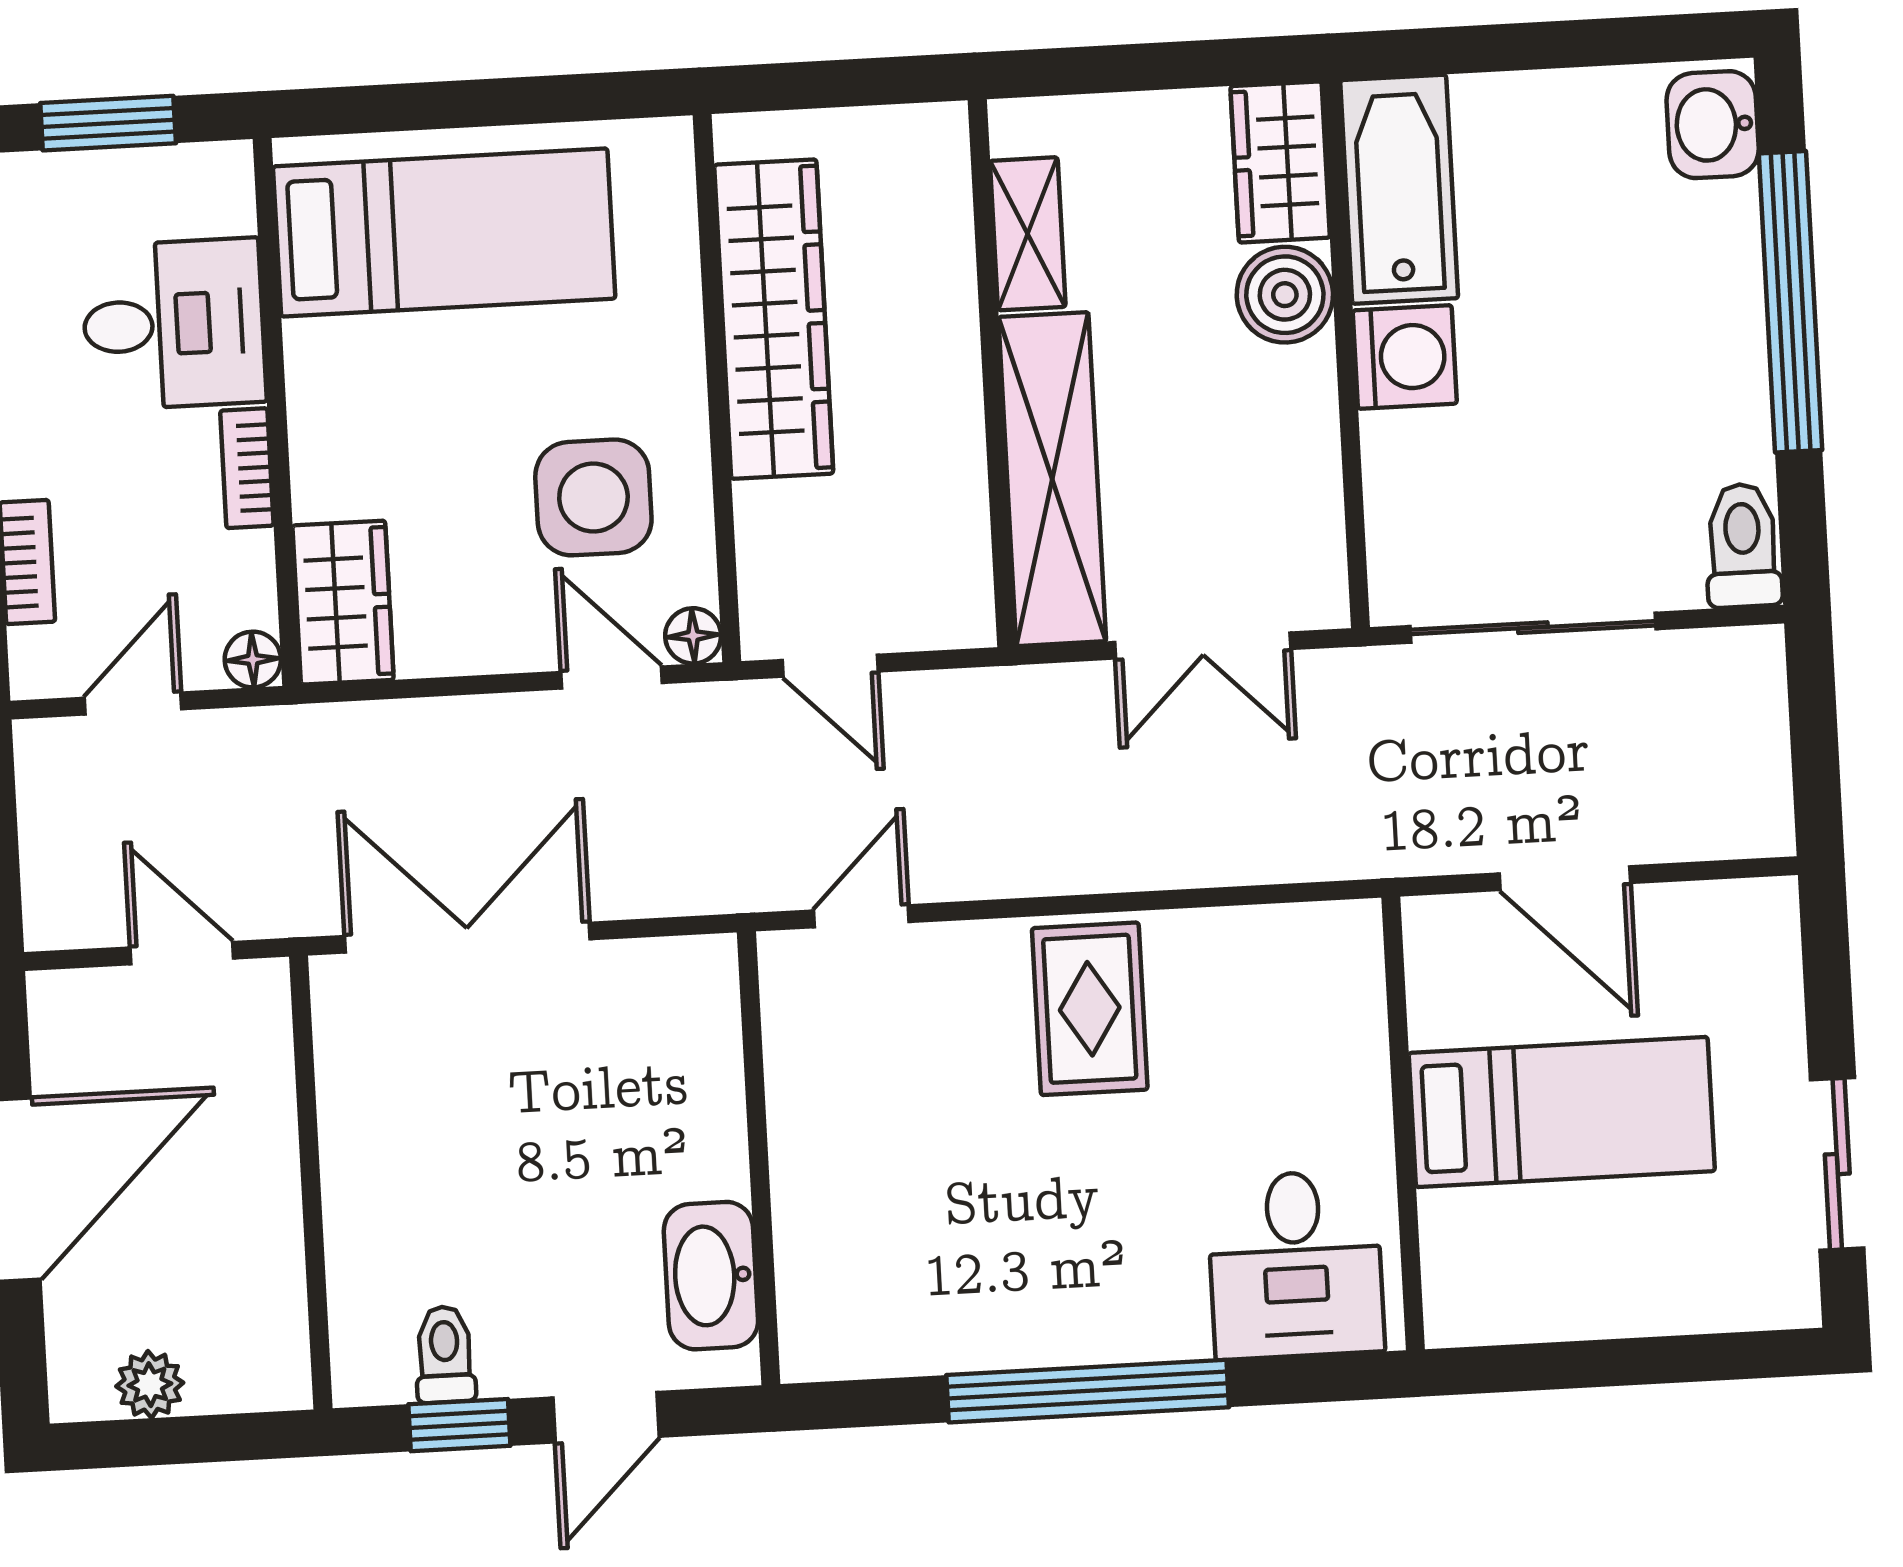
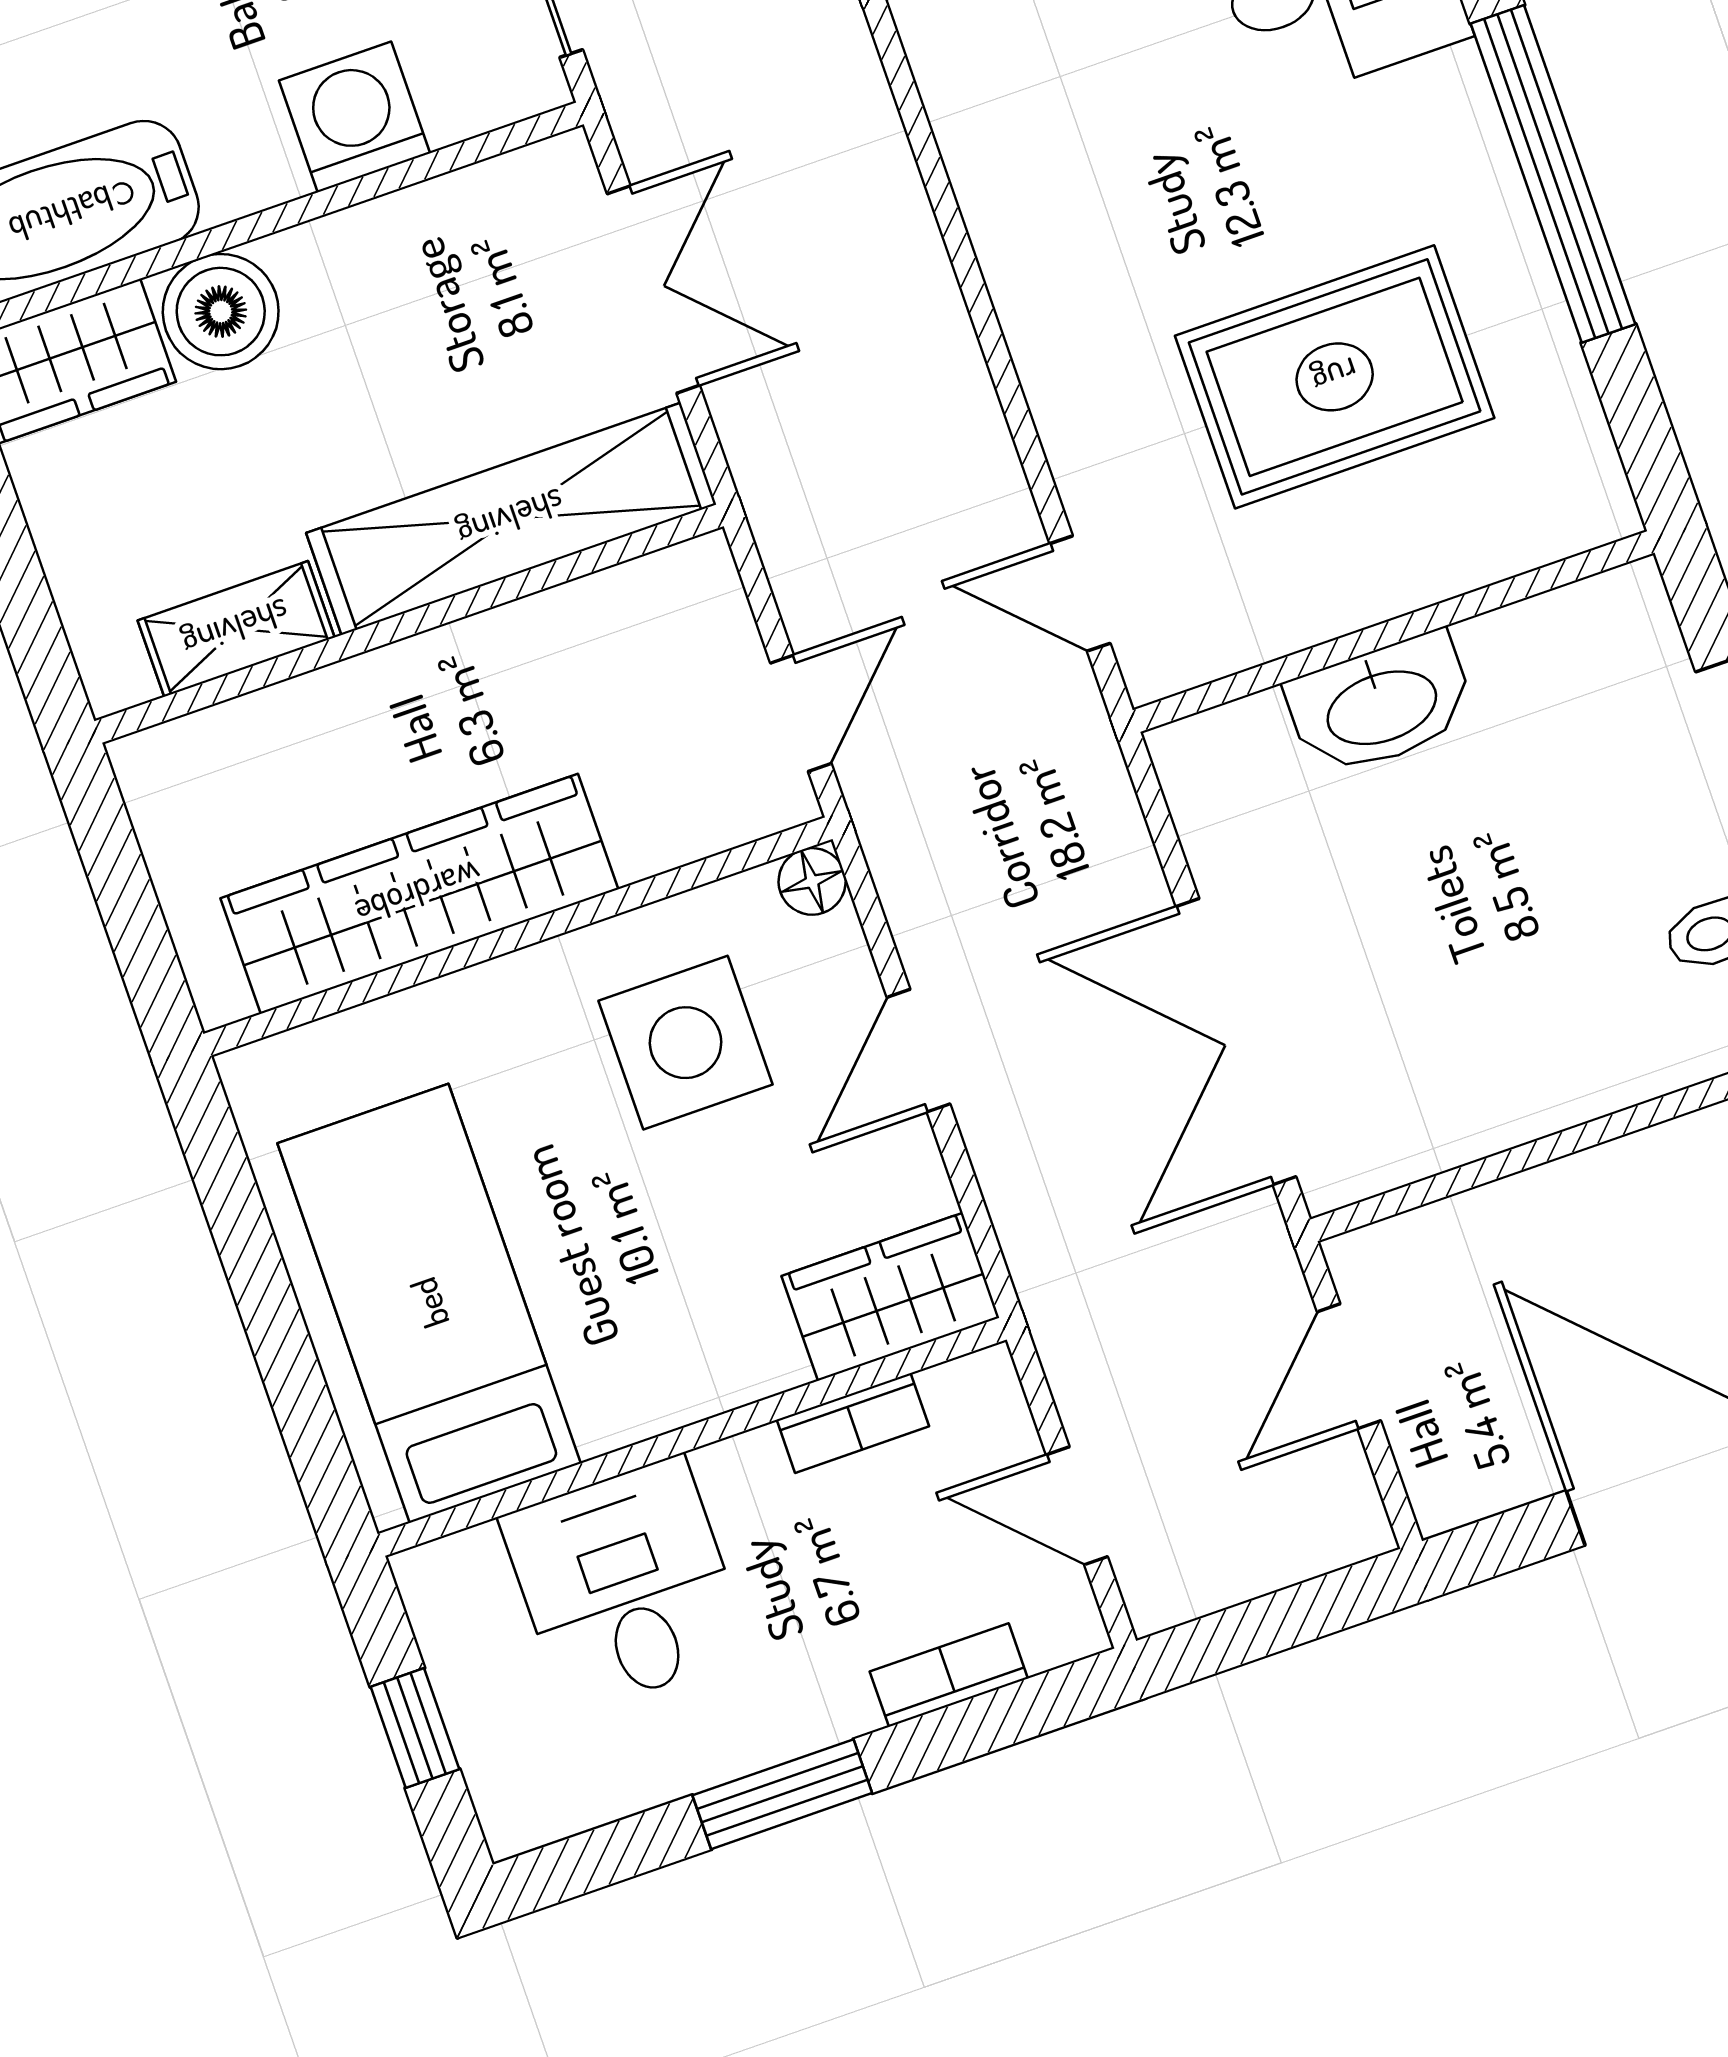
window: (108, 123) -> (415, 1728), width x0.67
washing machine: (1405, 357) -> (354, 117), moved
bookcase: (247, 468) -> (853, 1423), moved
floor lamp: (253, 659) -> (986, 1382), removed
door: (612, 678) -> (918, 1051), moved
rug: (1090, 1009) -> (1335, 377), moved, width x1.36, depth x1.43
washbasin: (711, 1276) -> (1381, 705), moved

